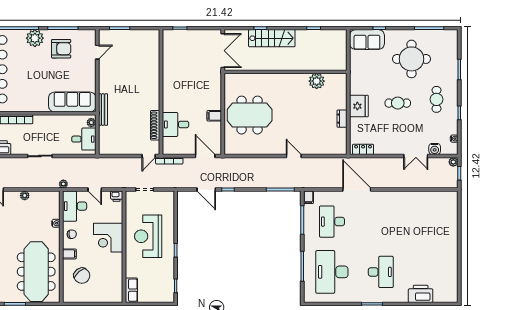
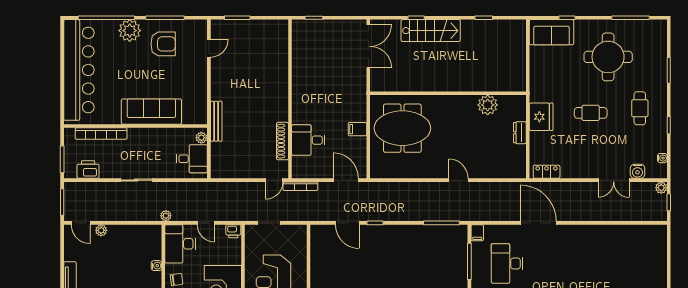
wall: (286, 72) -> (448, 93), moved
plant: (317, 81) -> (488, 105), moved
sofa: (72, 102) -> (151, 112), moved
plant: (25, 195) -> (101, 230), moved

